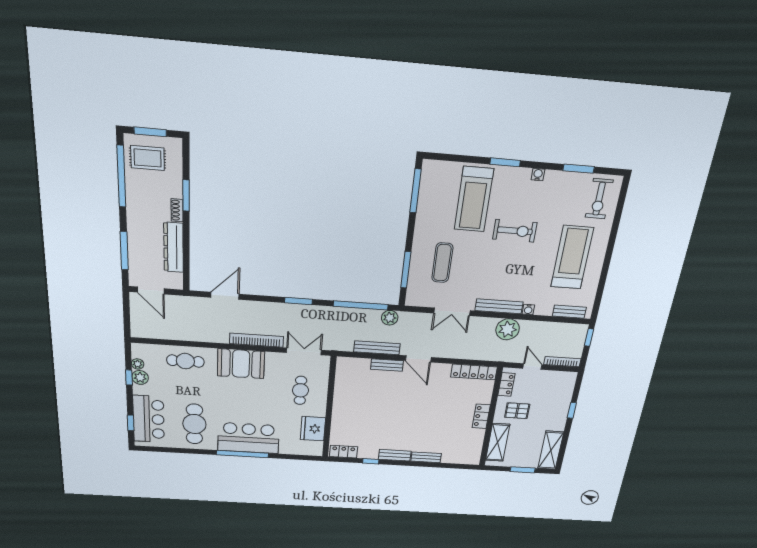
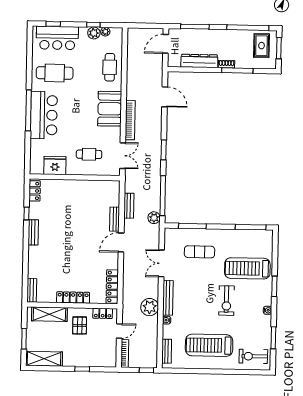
window: (186, 196) -> (237, 70), width x1.44
treadmill: (572, 257) -> (209, 345), turned 180
bench: (377, 348) -> (129, 206), width x0.73
locker: (481, 416) -> (73, 298), width x1.53
bench: (426, 457) -> (32, 290), moved

